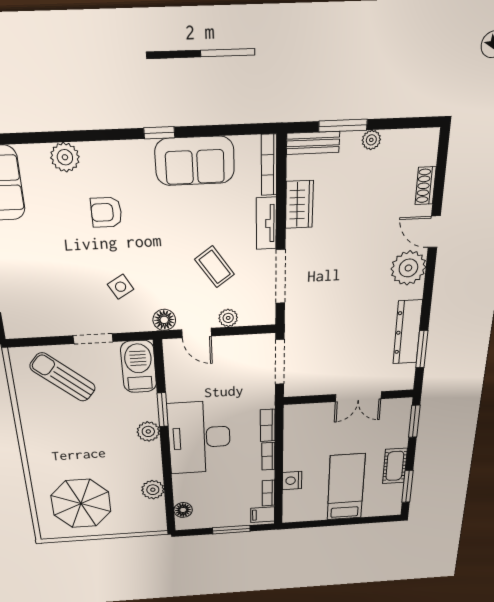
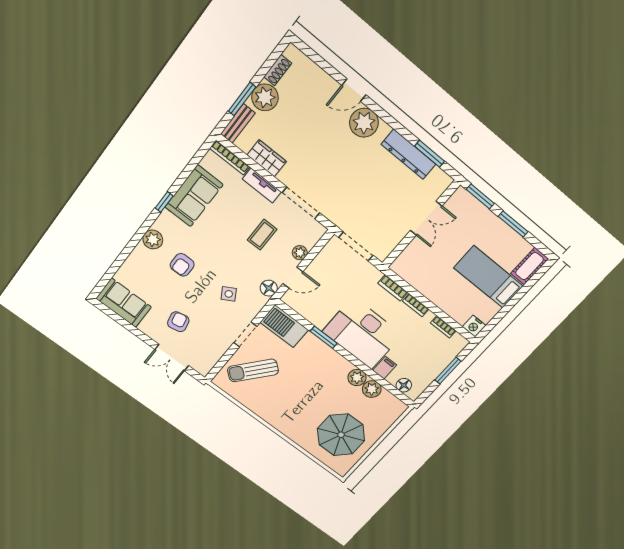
plant: (371, 140) -> (265, 97), width x1.87, depth x1.87
plant: (65, 157) -> (153, 240), moved
shoe rack: (426, 186) -> (278, 70), moved, turned -90
armchair: (39, 261) -> (178, 322), added
coffee table: (215, 267) -> (262, 235), turned -55
plant: (148, 431) -> (357, 378), moved
cot: (395, 466) -> (529, 266), moved, turned 90
nightstand: (292, 481) -> (474, 326), moved
window: (407, 487) -> (513, 224), moved
filing cabinet: (263, 515) -> (385, 368), moved, turned 180

